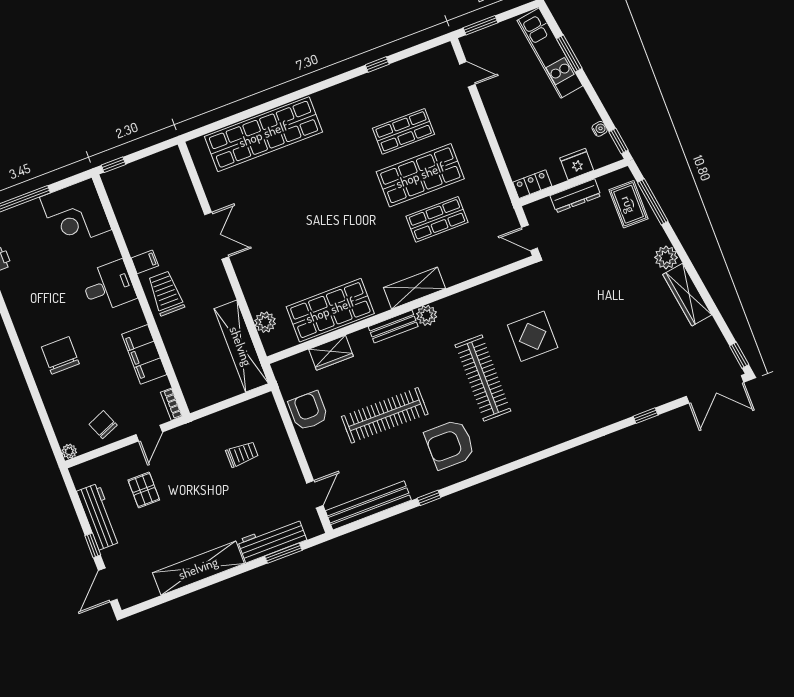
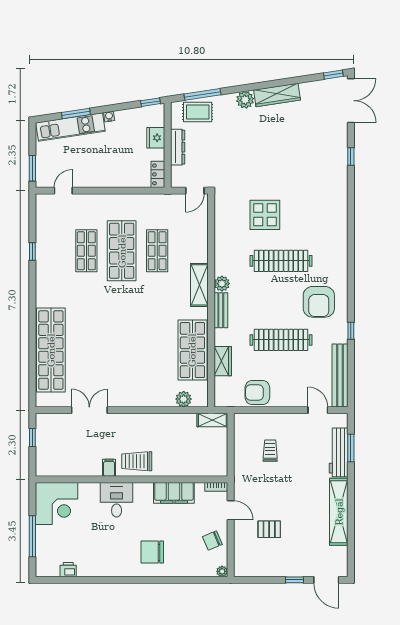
water cooler: (600, 129) -> (109, 116), moved
window: (113, 165) -> (32, 438), moved
double door: (217, 236) -> (89, 410), moved
shelving: (241, 346) -> (212, 420), width x0.45, depth x0.75
clothes rail: (385, 415) -> (281, 340), turned 90
workbench: (99, 516) -> (276, 568), removed

